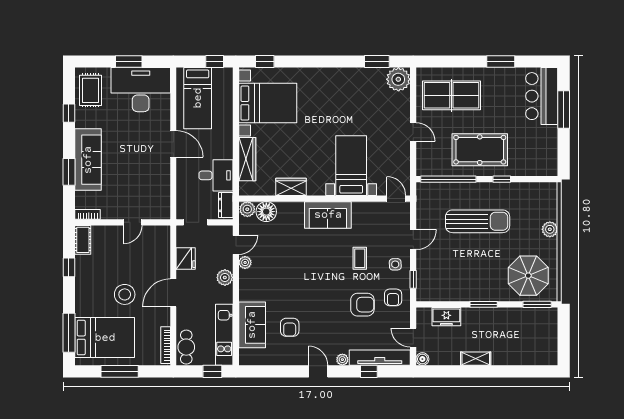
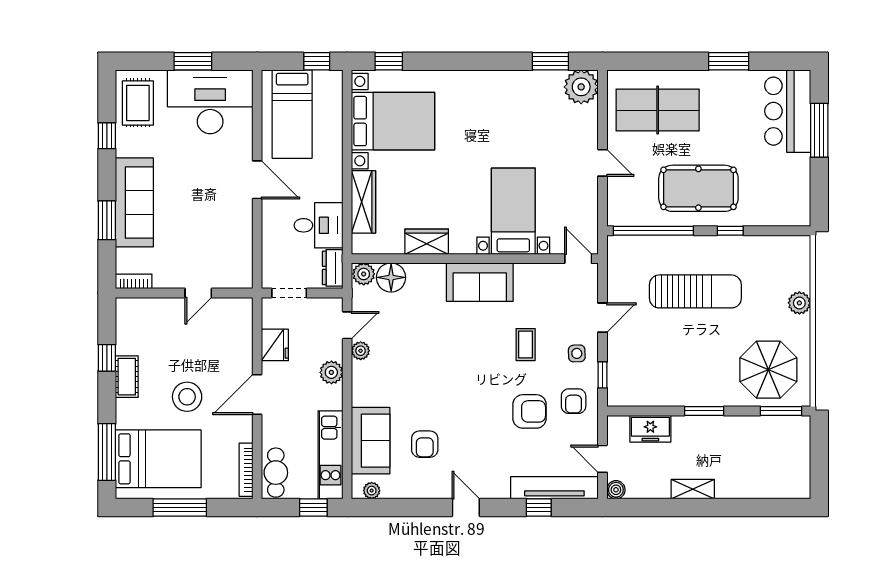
cot: (83, 240) -> (127, 377), moved
plant: (342, 360) -> (372, 491), moved

